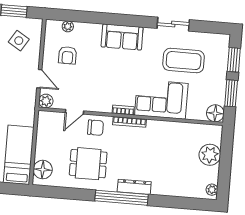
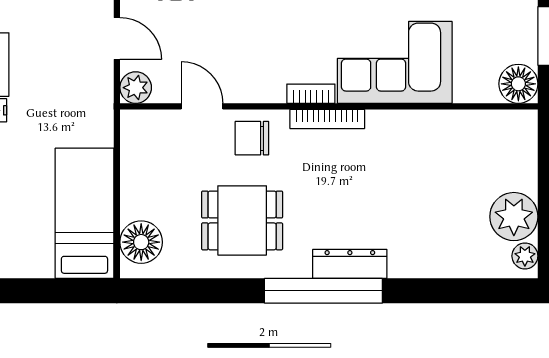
door: (75, 112) -> (202, 106), swing flipped
chair: (95, 128) -> (252, 138), turned 180
plant: (210, 155) -> (514, 217), moved

